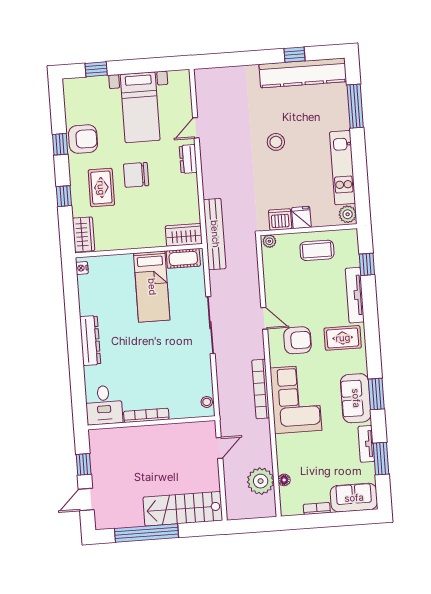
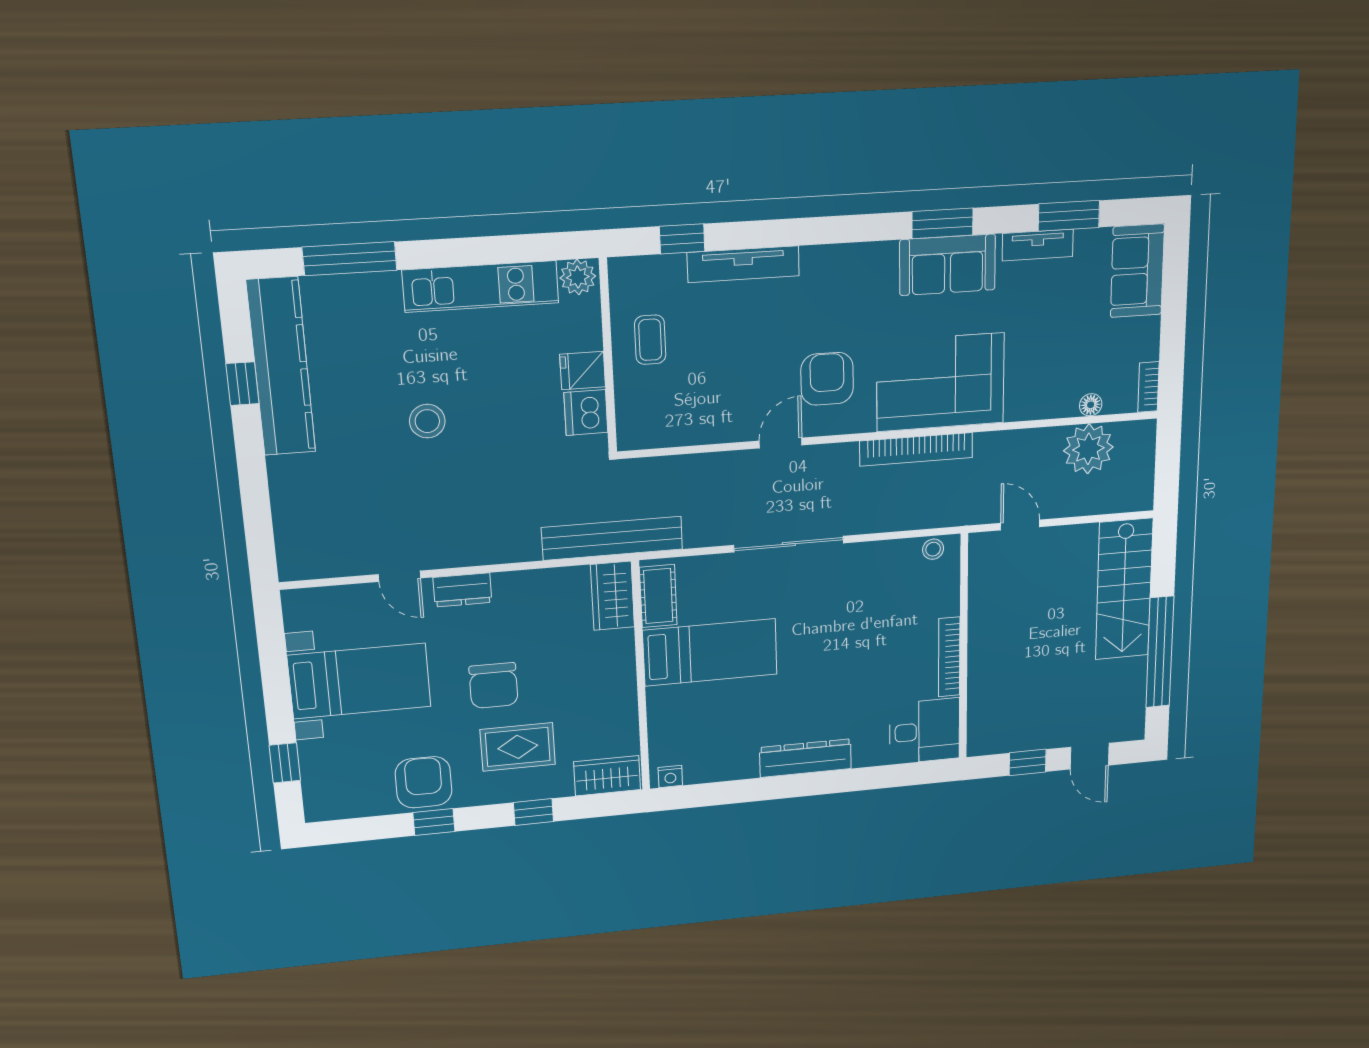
plant: (269, 241) -> (629, 434), removed
coffee table: (317, 250) -> (650, 340), width x0.73, depth x0.77
rug: (343, 338) -> (828, 290), removed
bookcase: (317, 508) -> (1148, 387), moved

